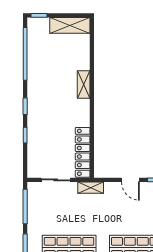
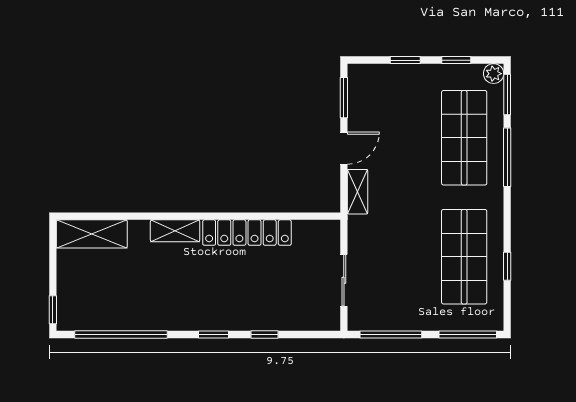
shelving: (70, 25) -> (92, 234), moved, turned 90
locker: (83, 152) -> (247, 233), moved
shelving: (91, 188) -> (358, 192), moved

